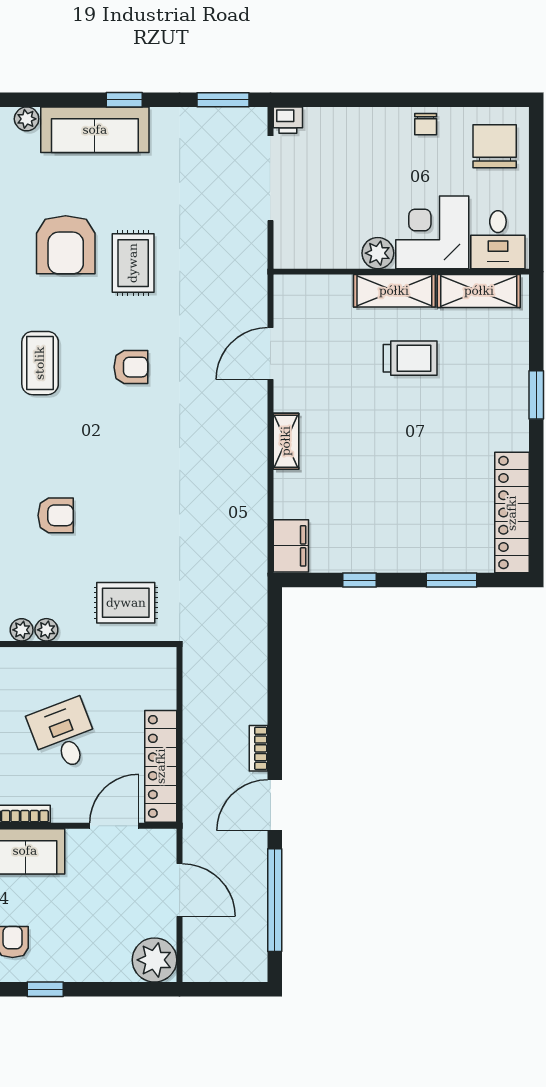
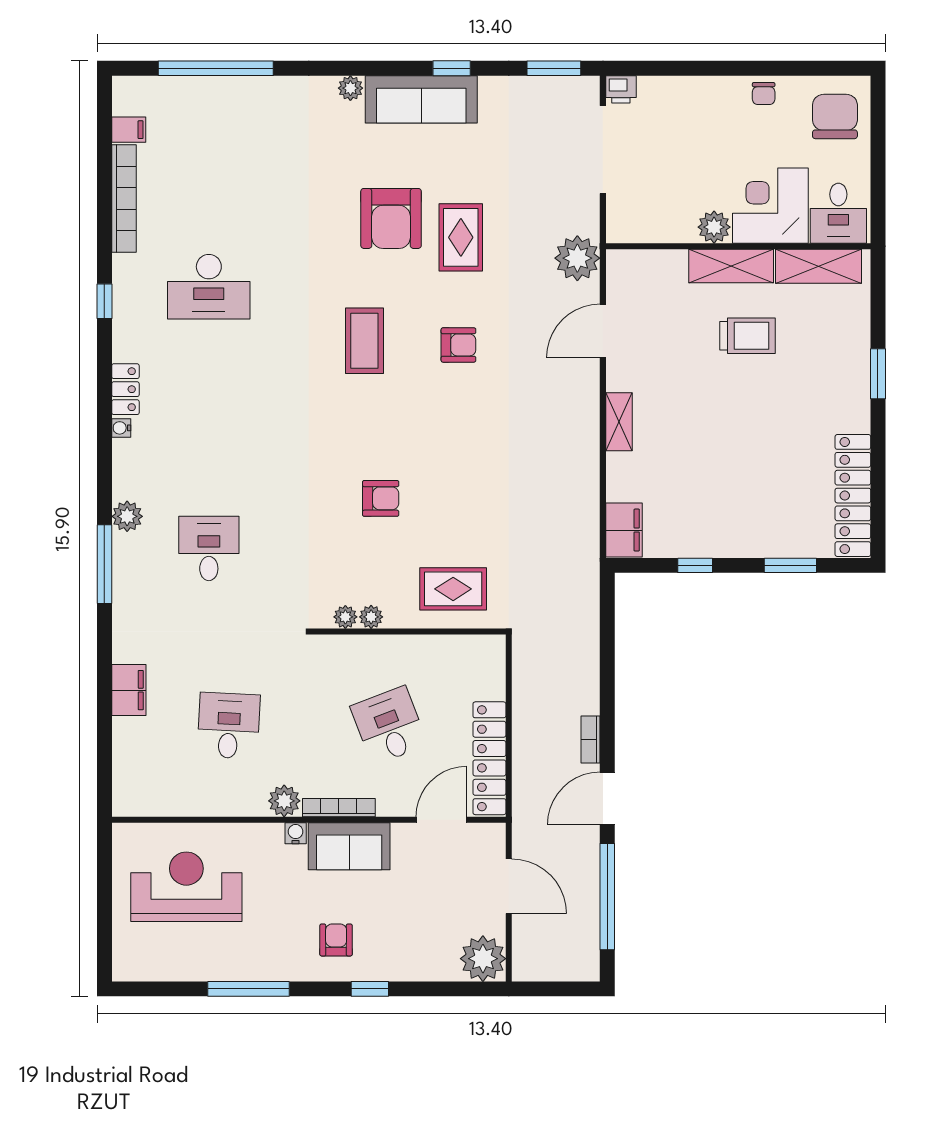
plant: (246, 283) -> (577, 258), added

